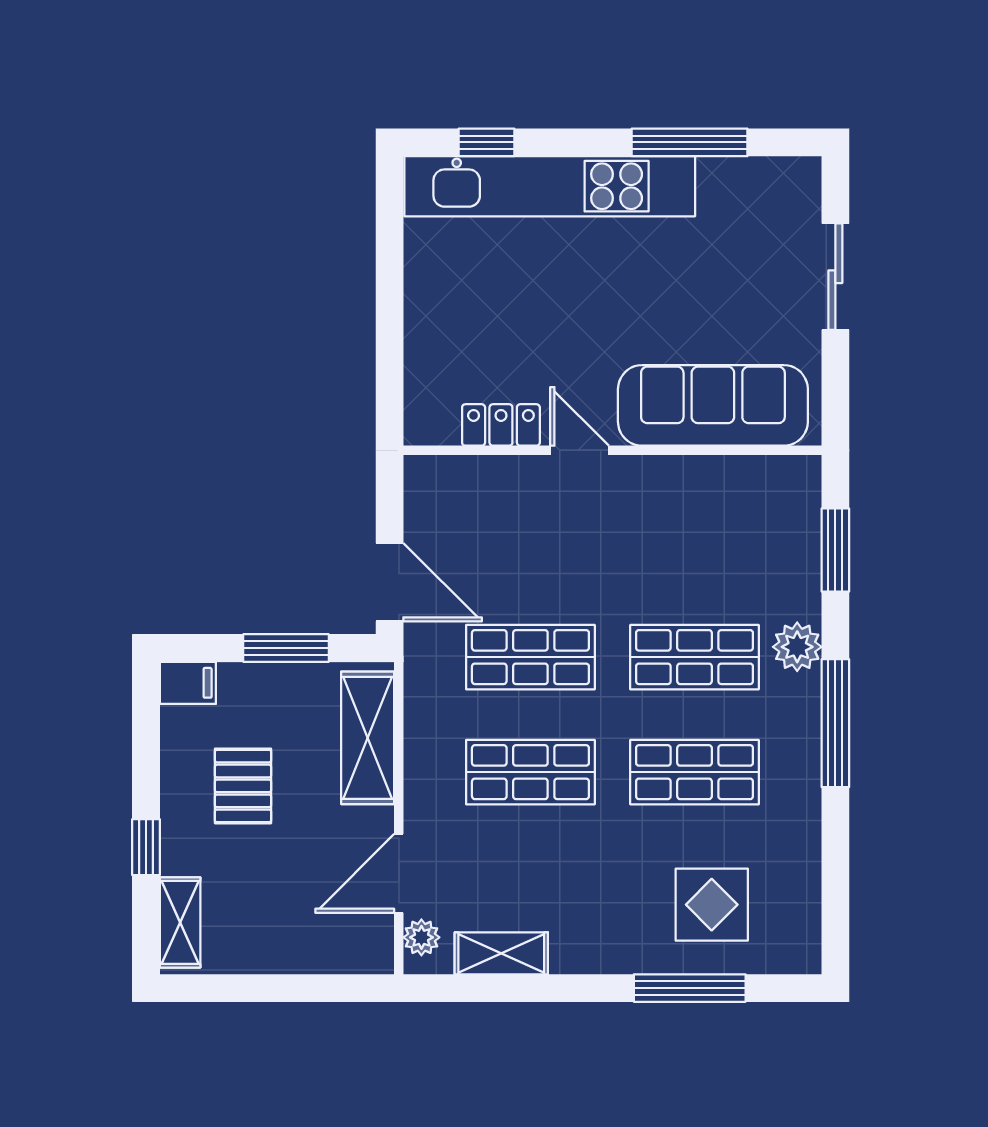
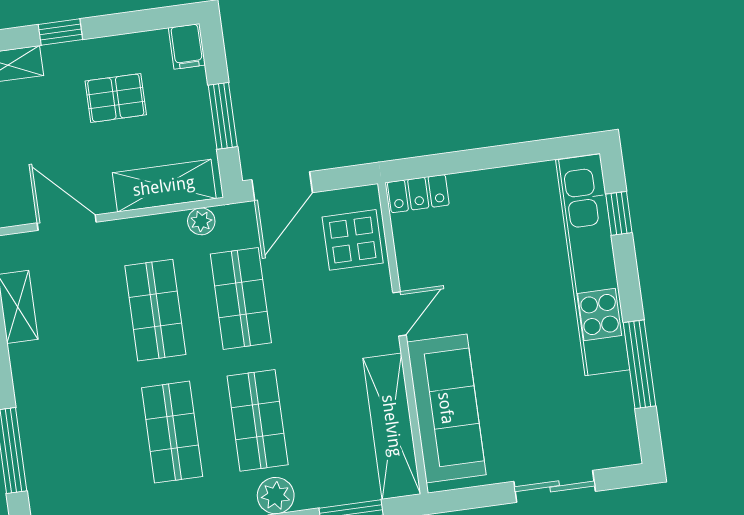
locker: (501, 425) -> (418, 194), moved, turned 90
shelving: (726, 481) -> (392, 426), added
display table: (712, 905) -> (353, 240), moved
plant: (421, 937) -> (201, 221), moved

